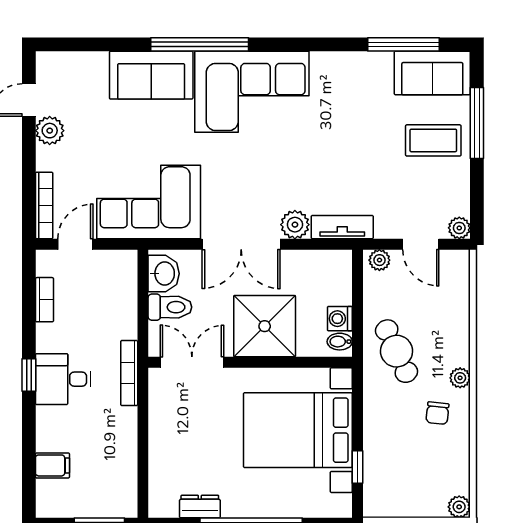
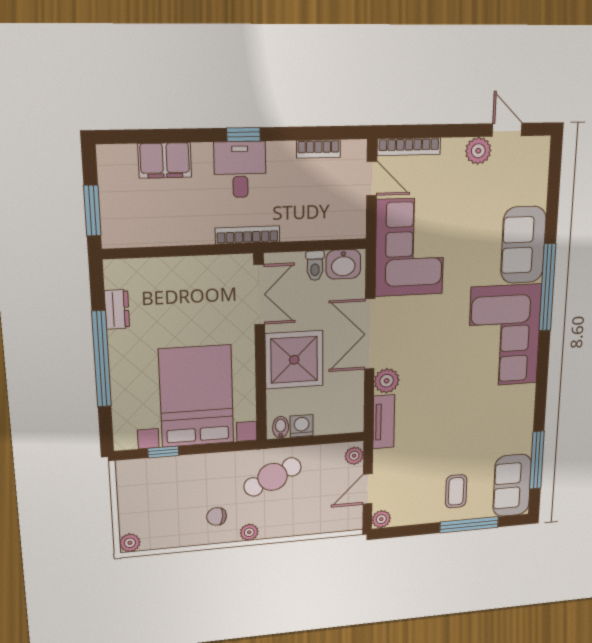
coffee table: (433, 140) -> (456, 491), width x0.73, depth x0.77
toilet: (170, 307) -> (315, 266), width x0.73, depth x0.72
filing cabinet: (52, 465) -> (165, 160), width x2.00

